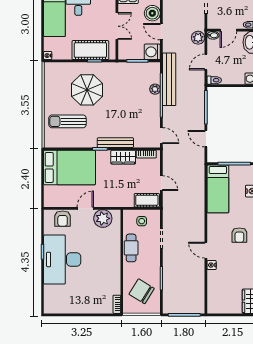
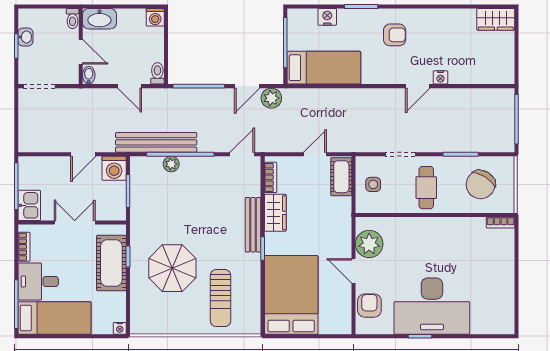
boiler: (152, 13) -> (55, 168), removed
plant: (198, 38) -> (271, 98), moved
armchair: (63, 219) -> (369, 306), turned -90
cafe table: (131, 248) -> (426, 188), moved, turned 90

